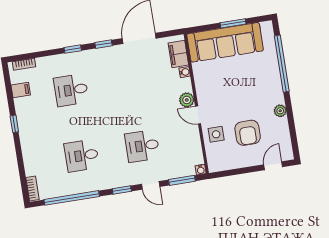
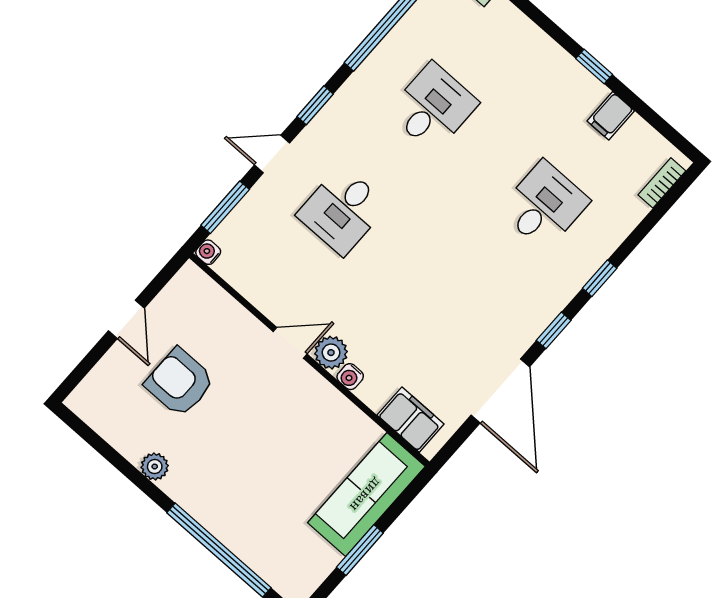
sofa: (225, 42) -> (366, 495), width x0.74, depth x0.79
water cooler: (185, 72) -> (350, 377), moved
filing cabinet: (21, 90) -> (611, 116), moved
side table: (216, 134) -> (232, 335), removed
desk: (142, 146) -> (342, 210), turned 180
door: (273, 166) -> (126, 319), moved

